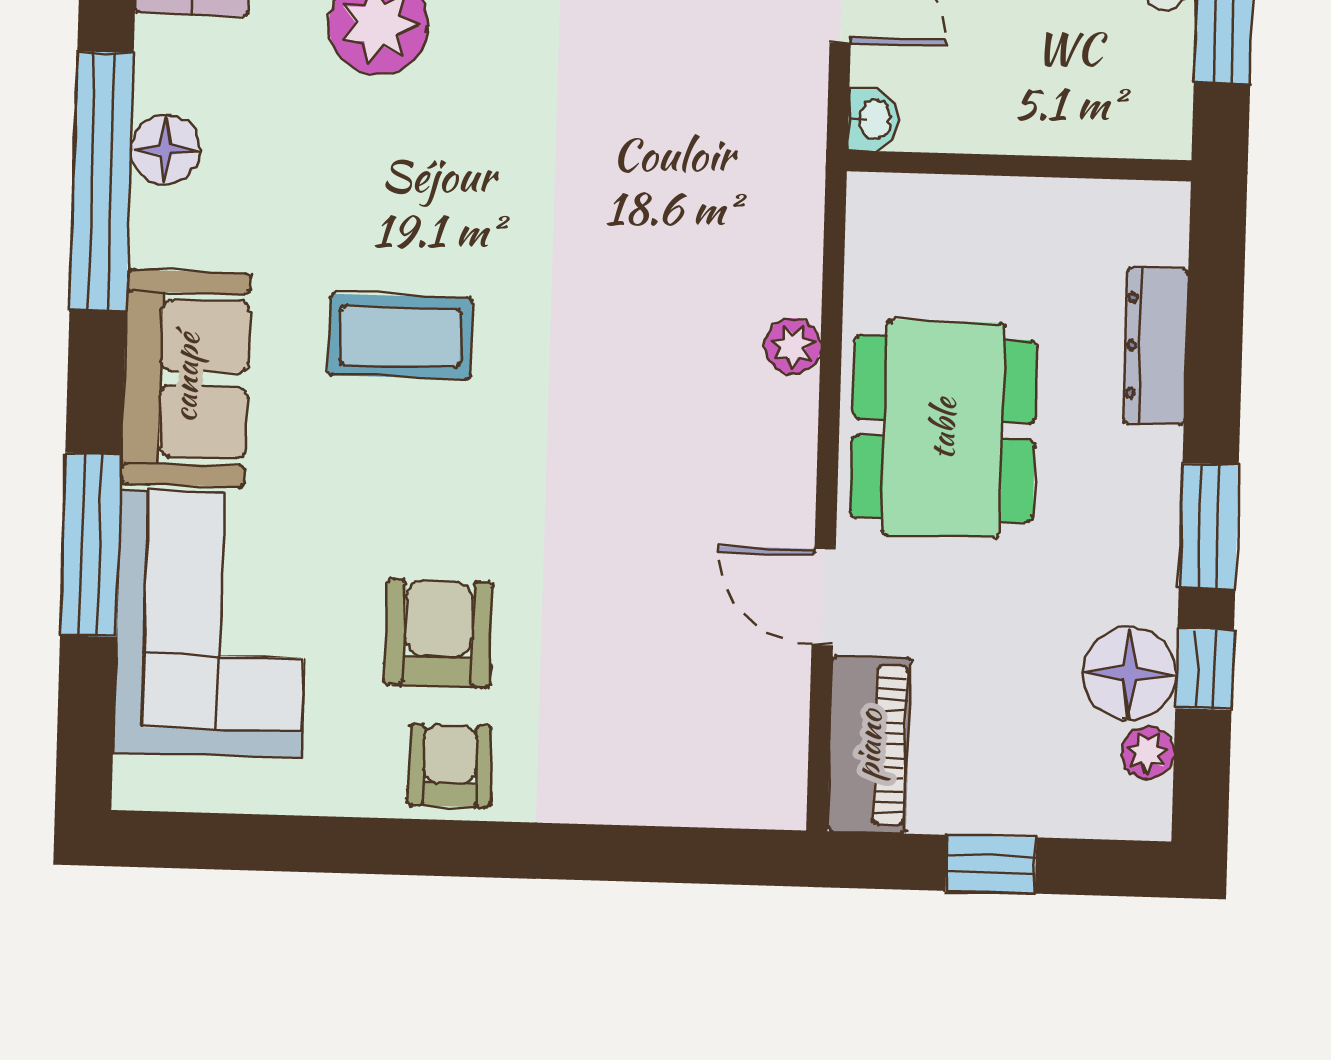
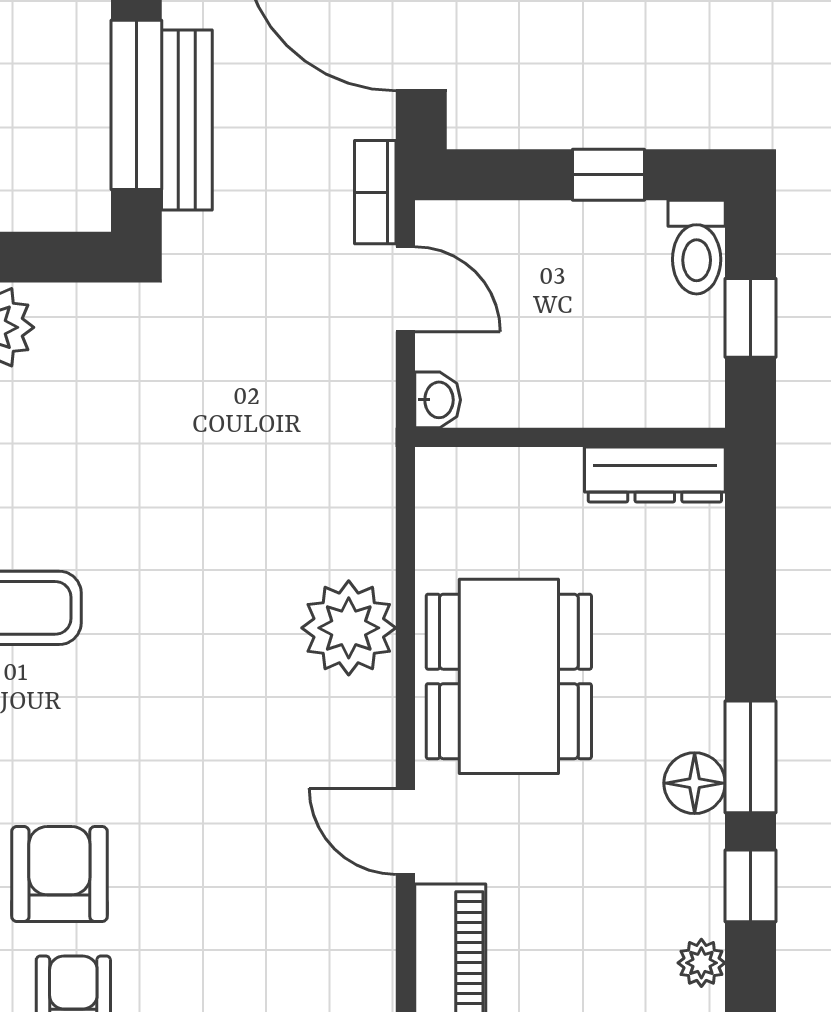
plant: (793, 346) -> (349, 628), width x1.88, depth x1.88
dresser: (1156, 346) -> (655, 474), moved, turned -90
floor lamp: (1130, 674) -> (695, 783), moved, width x0.73, depth x0.73

